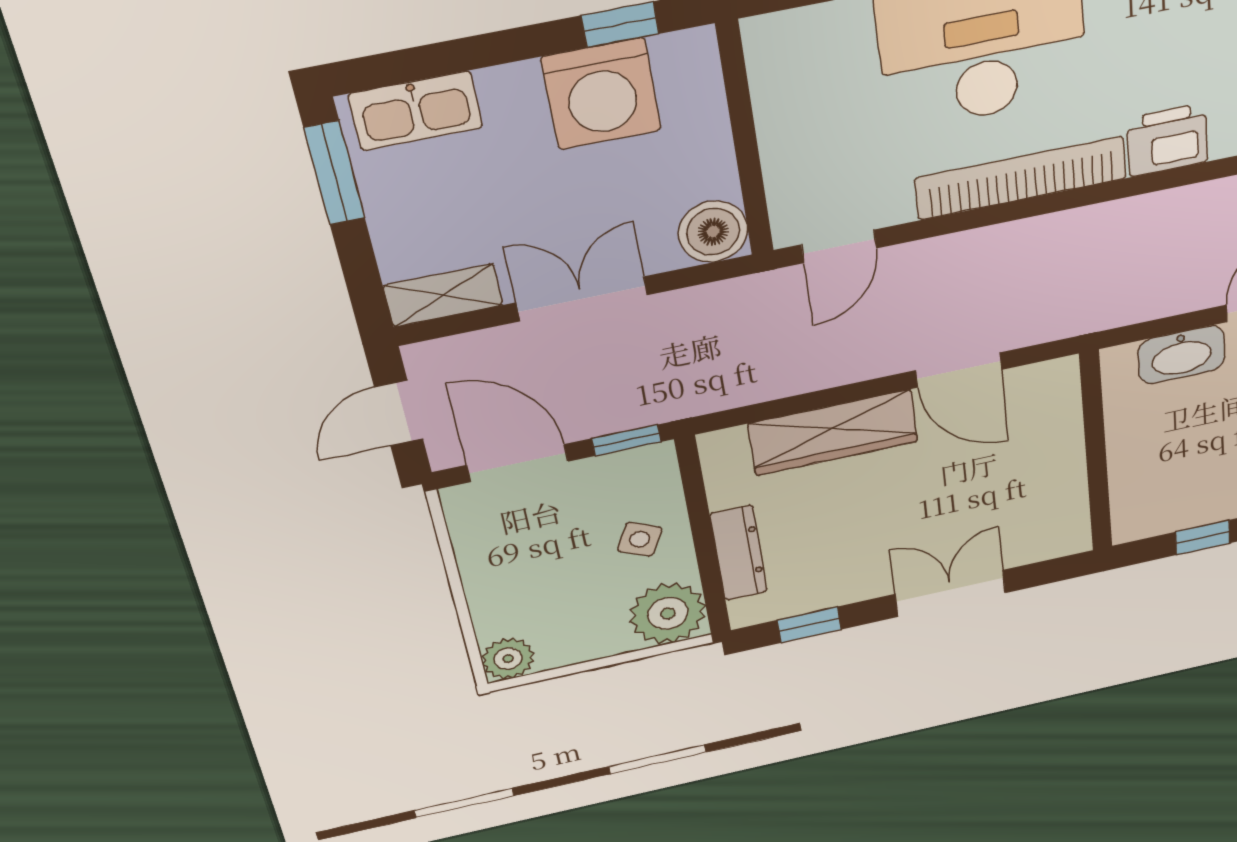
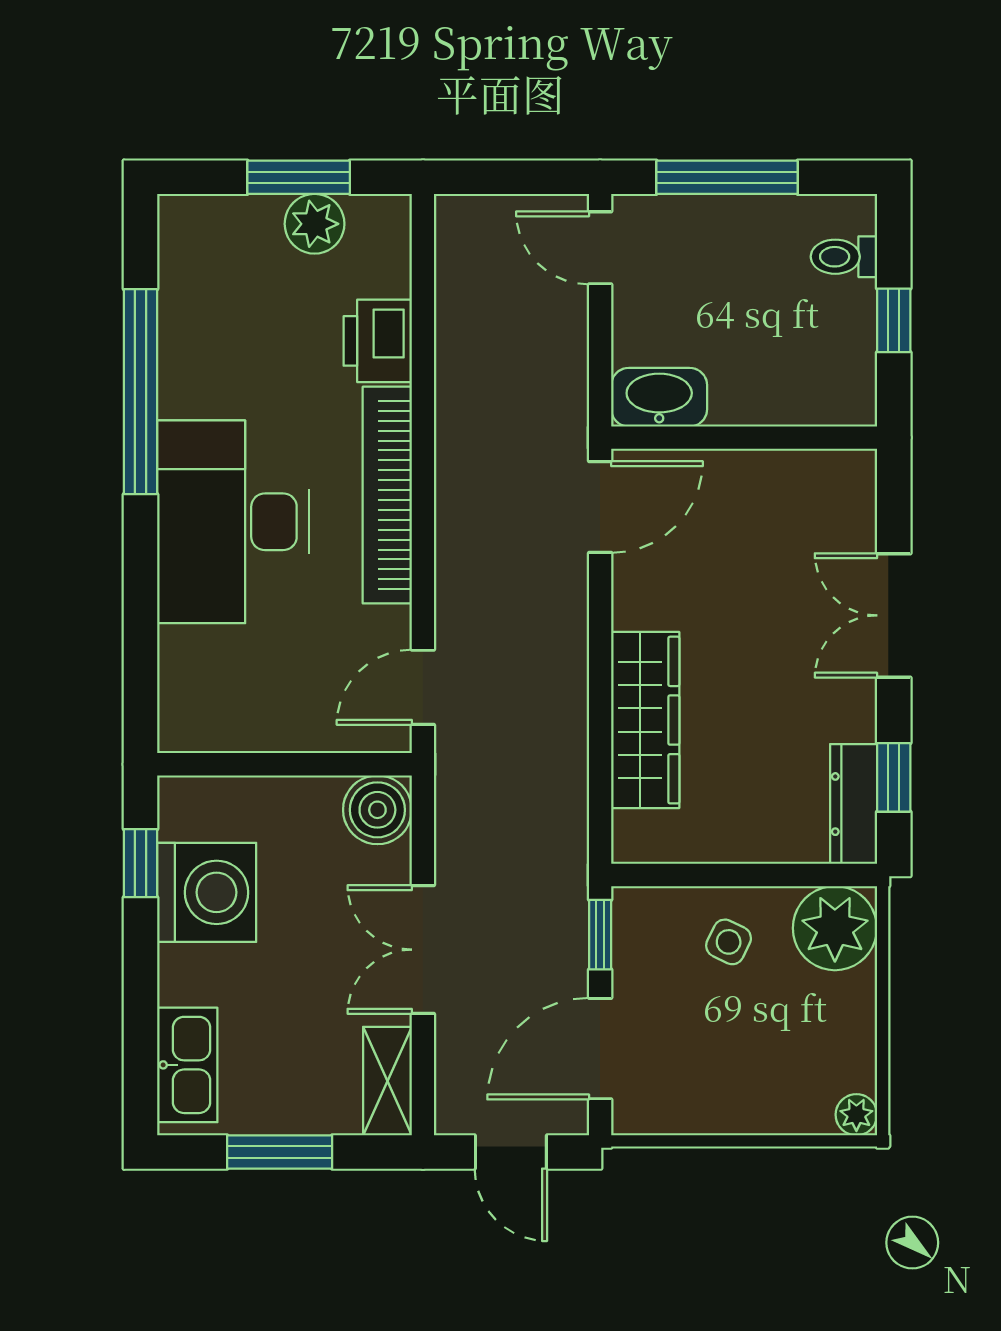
window: (334, 173) -> (280, 1152), moved
door: (839, 246) -> (423, 687), swing flipped
washbasin: (1181, 355) -> (659, 397), moved, turned -90
door: (959, 370) -> (600, 507), moved
dresser: (739, 553) -> (854, 804), moved, turned -90
plant: (508, 659) -> (856, 1115), width x0.73, depth x0.73

